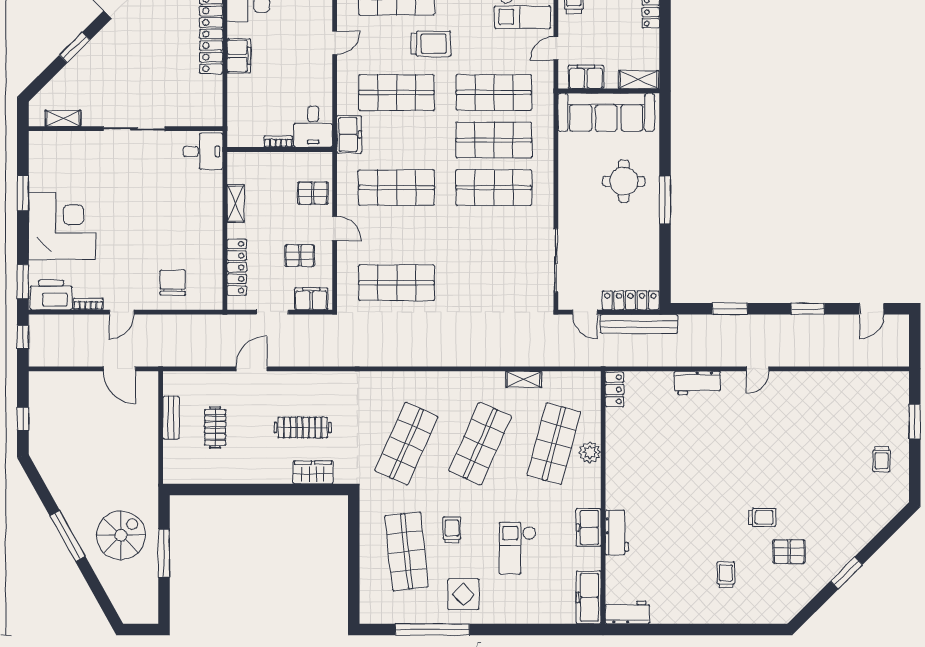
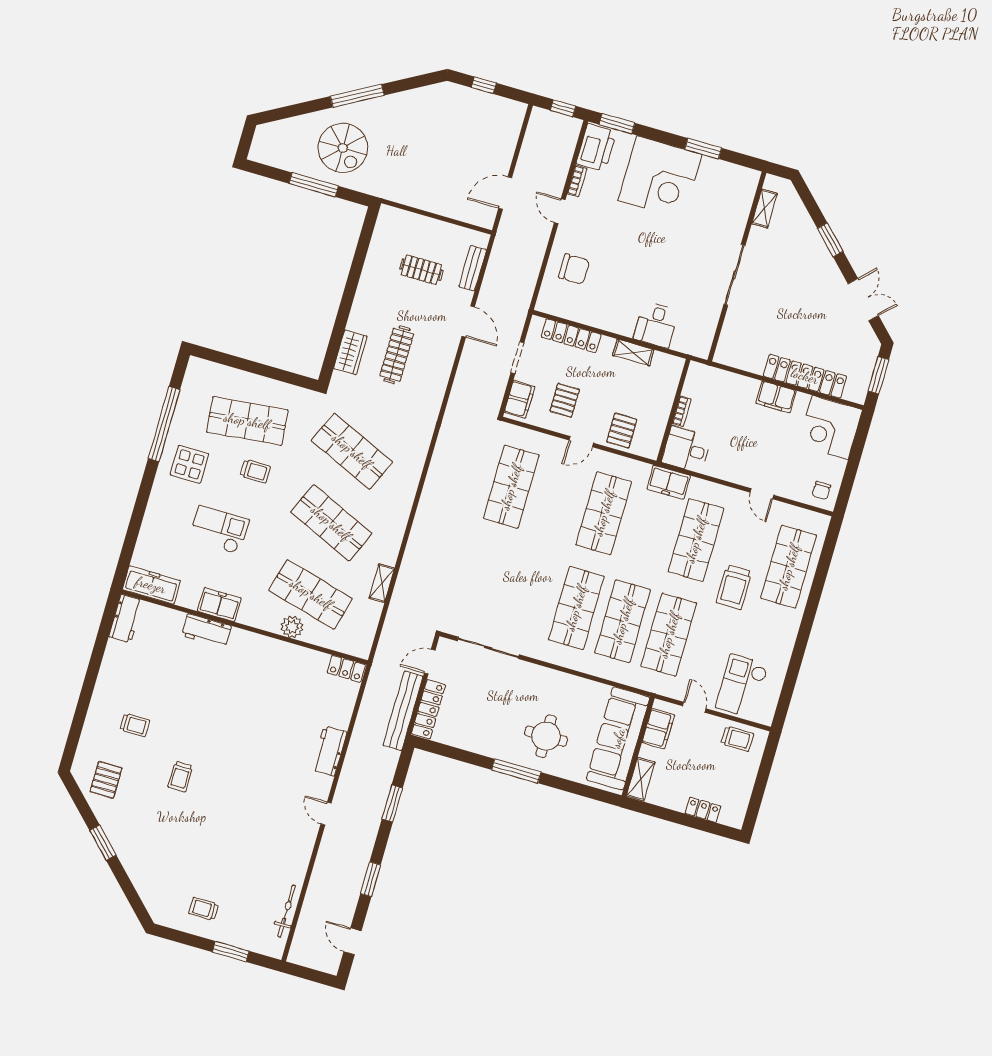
desk: (203, 151) -> (656, 325), moved
bicycle: (861, 380) -> (287, 911), added
bench: (171, 418) -> (473, 268), moved, turned 90
pallet: (789, 552) -> (106, 780), moved

